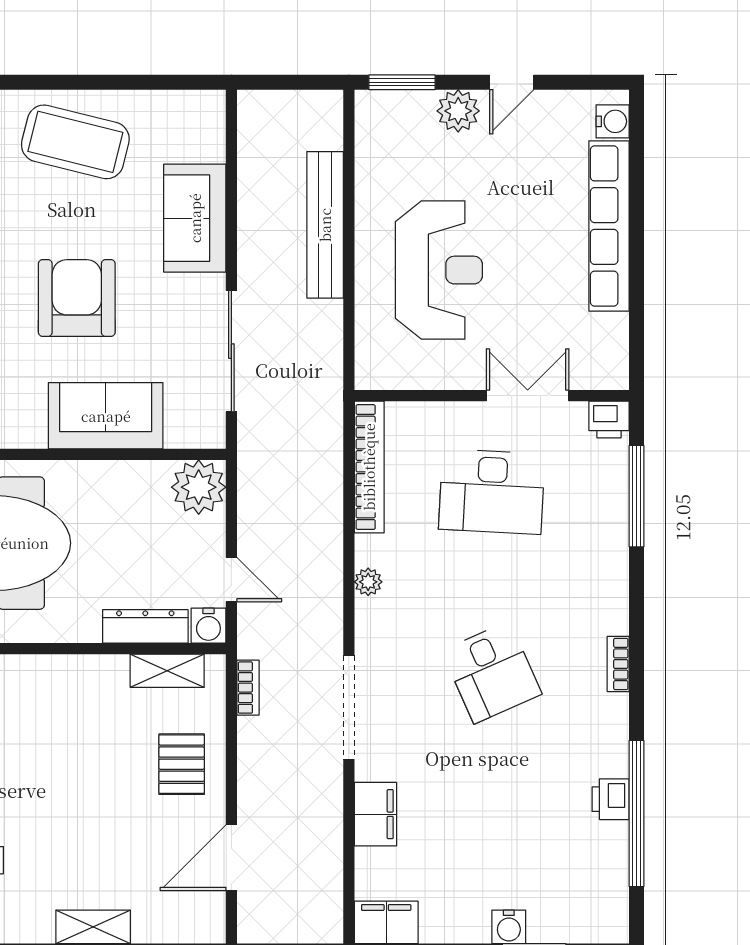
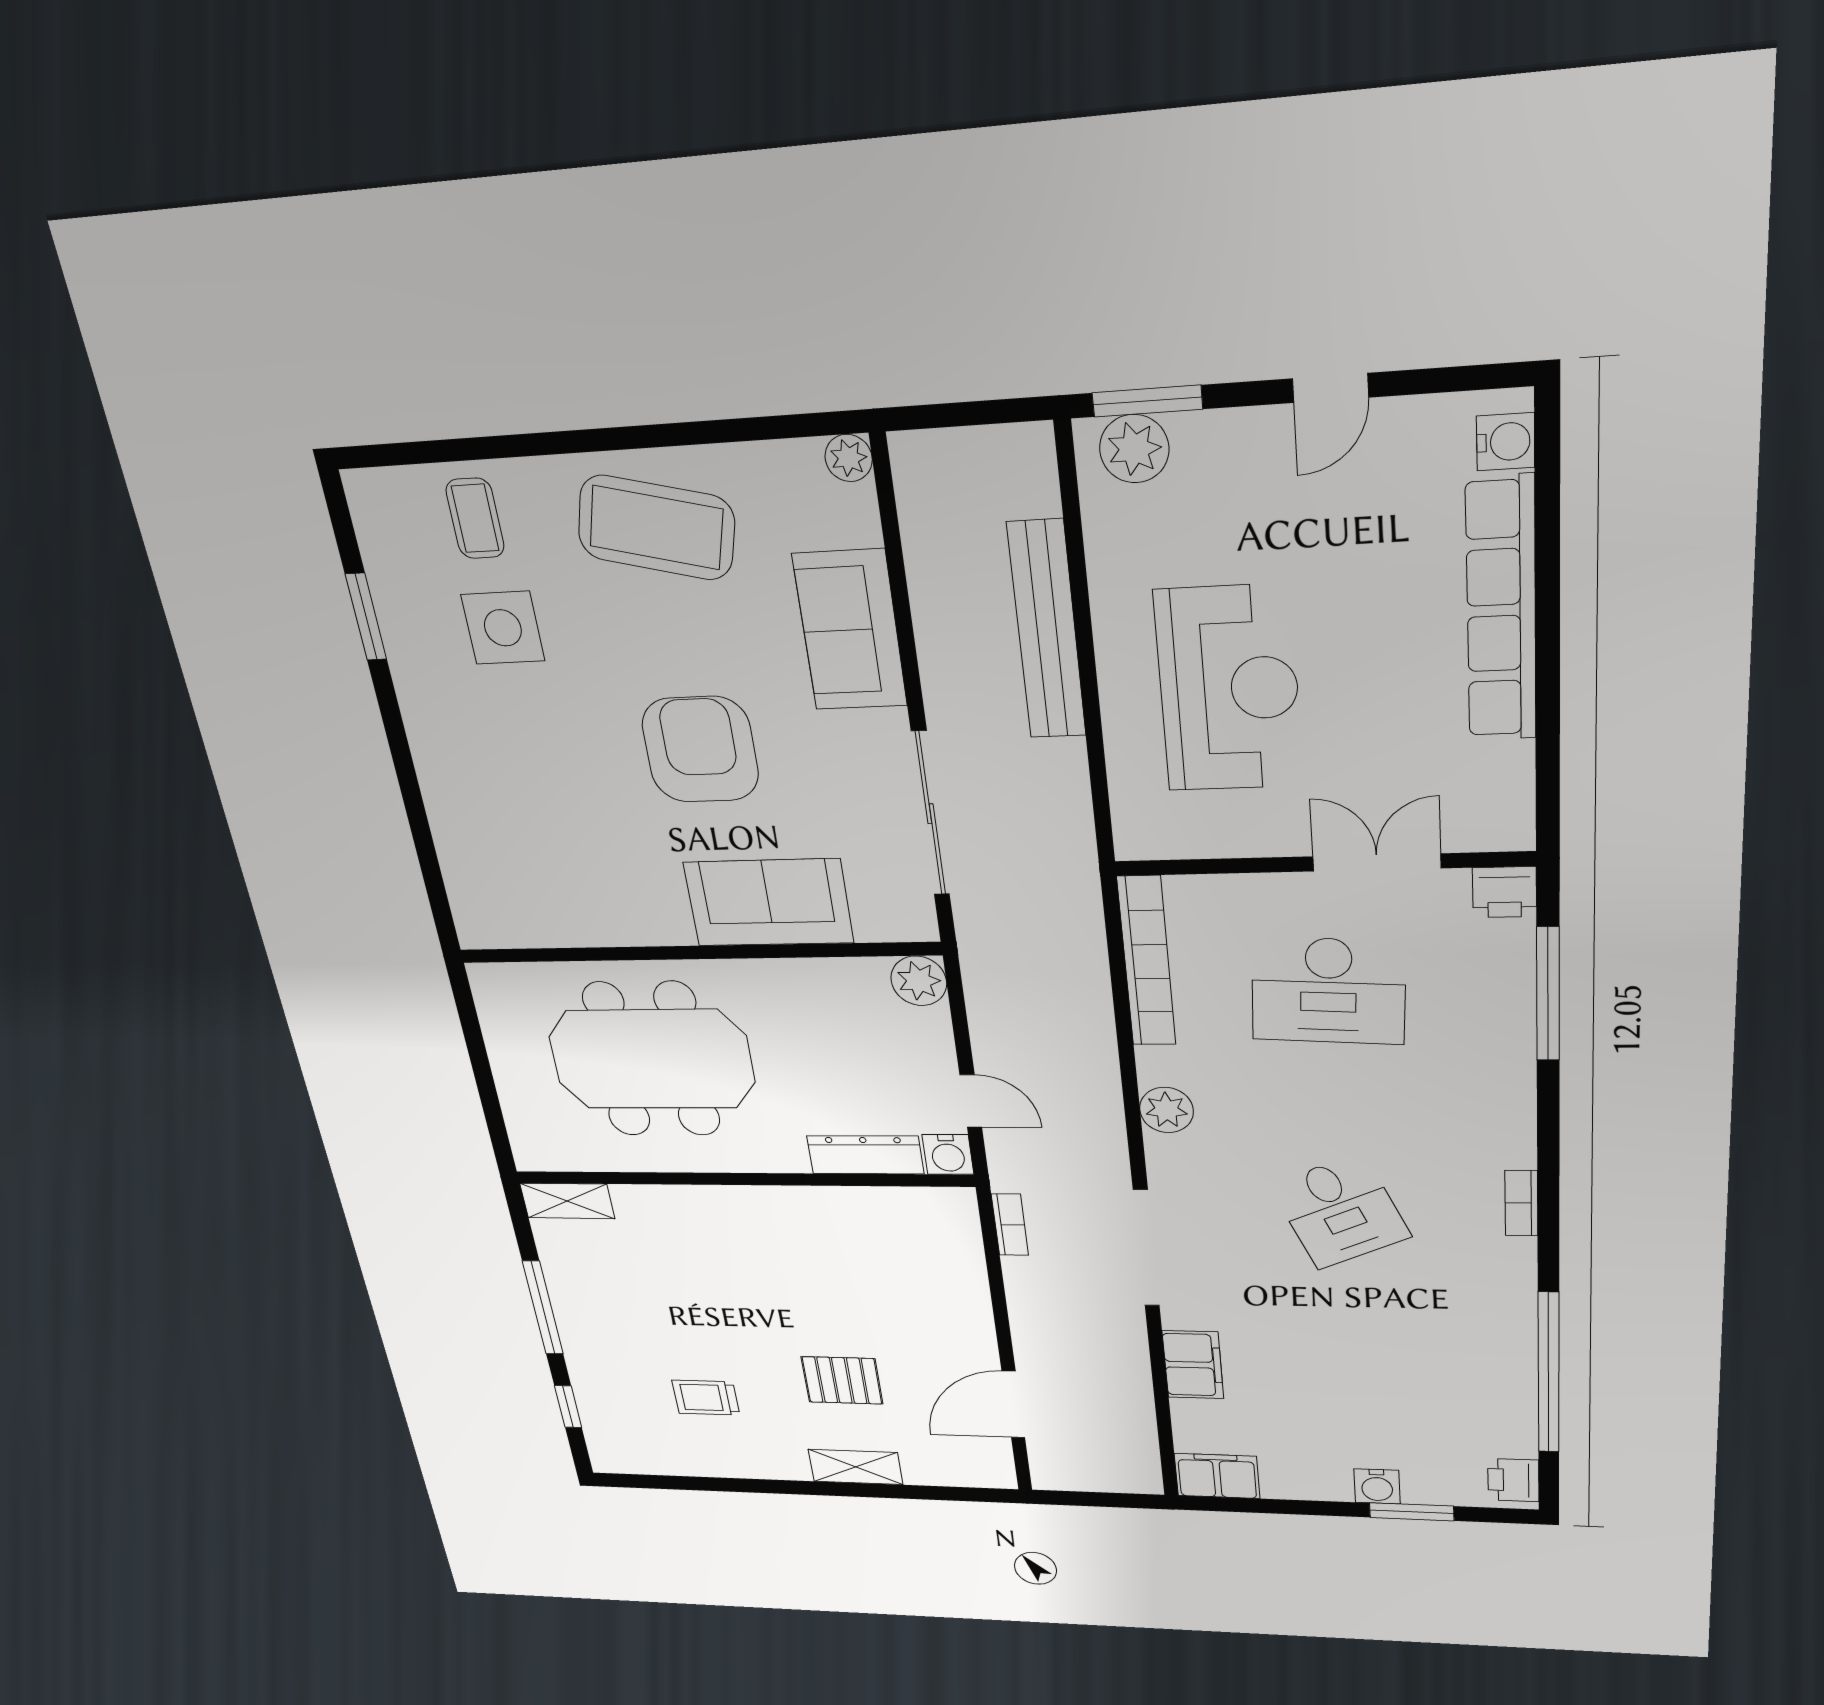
plant: (211, 105) -> (849, 458), added
plant: (458, 111) -> (1134, 449), moved
plant: (199, 487) -> (919, 981), width x0.73, depth x0.73
plant: (368, 582) -> (1166, 1110), width x1.38, depth x1.38
shelving: (167, 671) -> (902, 1205), removed
pallet: (182, 764) -> (842, 1380), moved, turned 90
printer: (611, 799) -> (1513, 1480), moved

